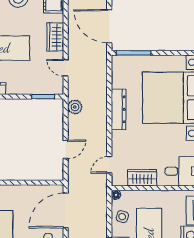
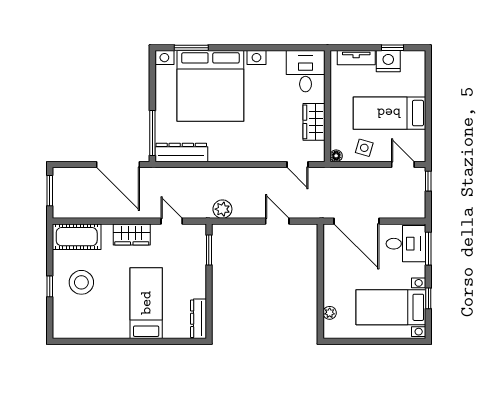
door: (109, 26) -> (118, 165), hinge flipped
door: (66, 68) -> (172, 221), swing flipped
dresser: (119, 109) -> (181, 153), moved

